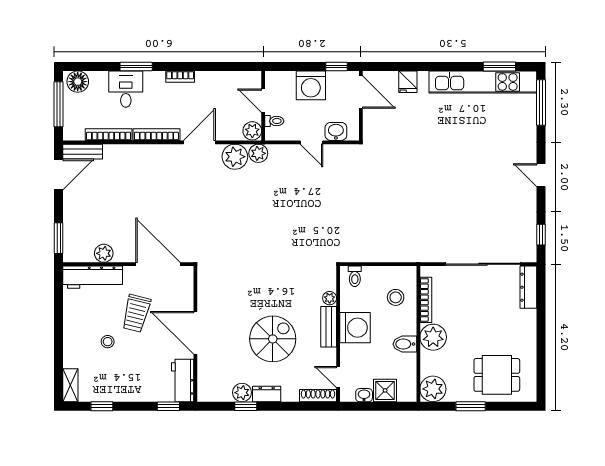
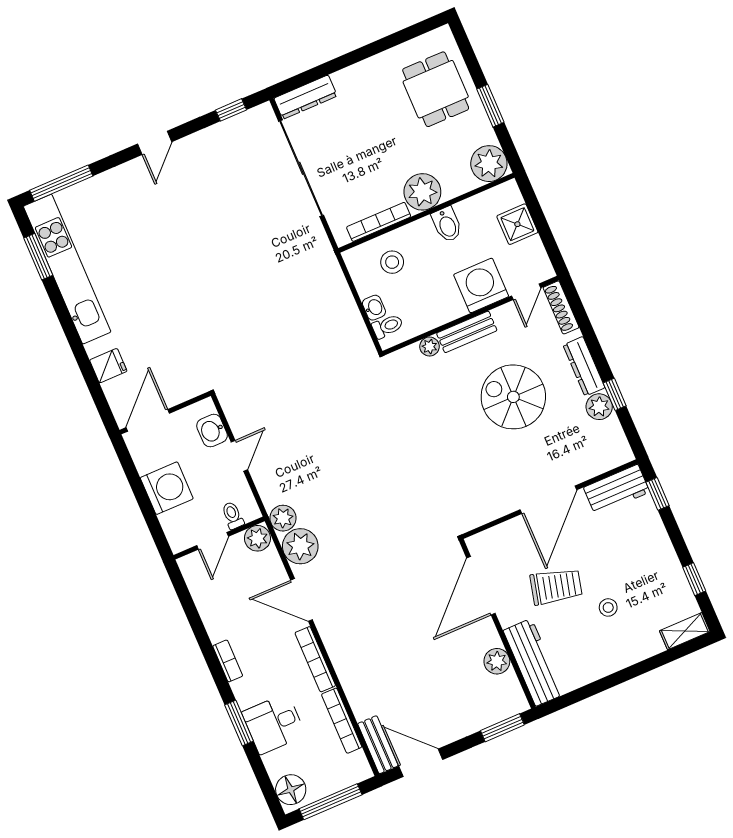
window: (337, 66) -> (128, 466), removed
washing machine: (355, 328) -> (481, 285), moved
dresser: (267, 394) -> (584, 366), width x1.44
washbasin: (364, 395) -> (374, 308), moved, turned 180

